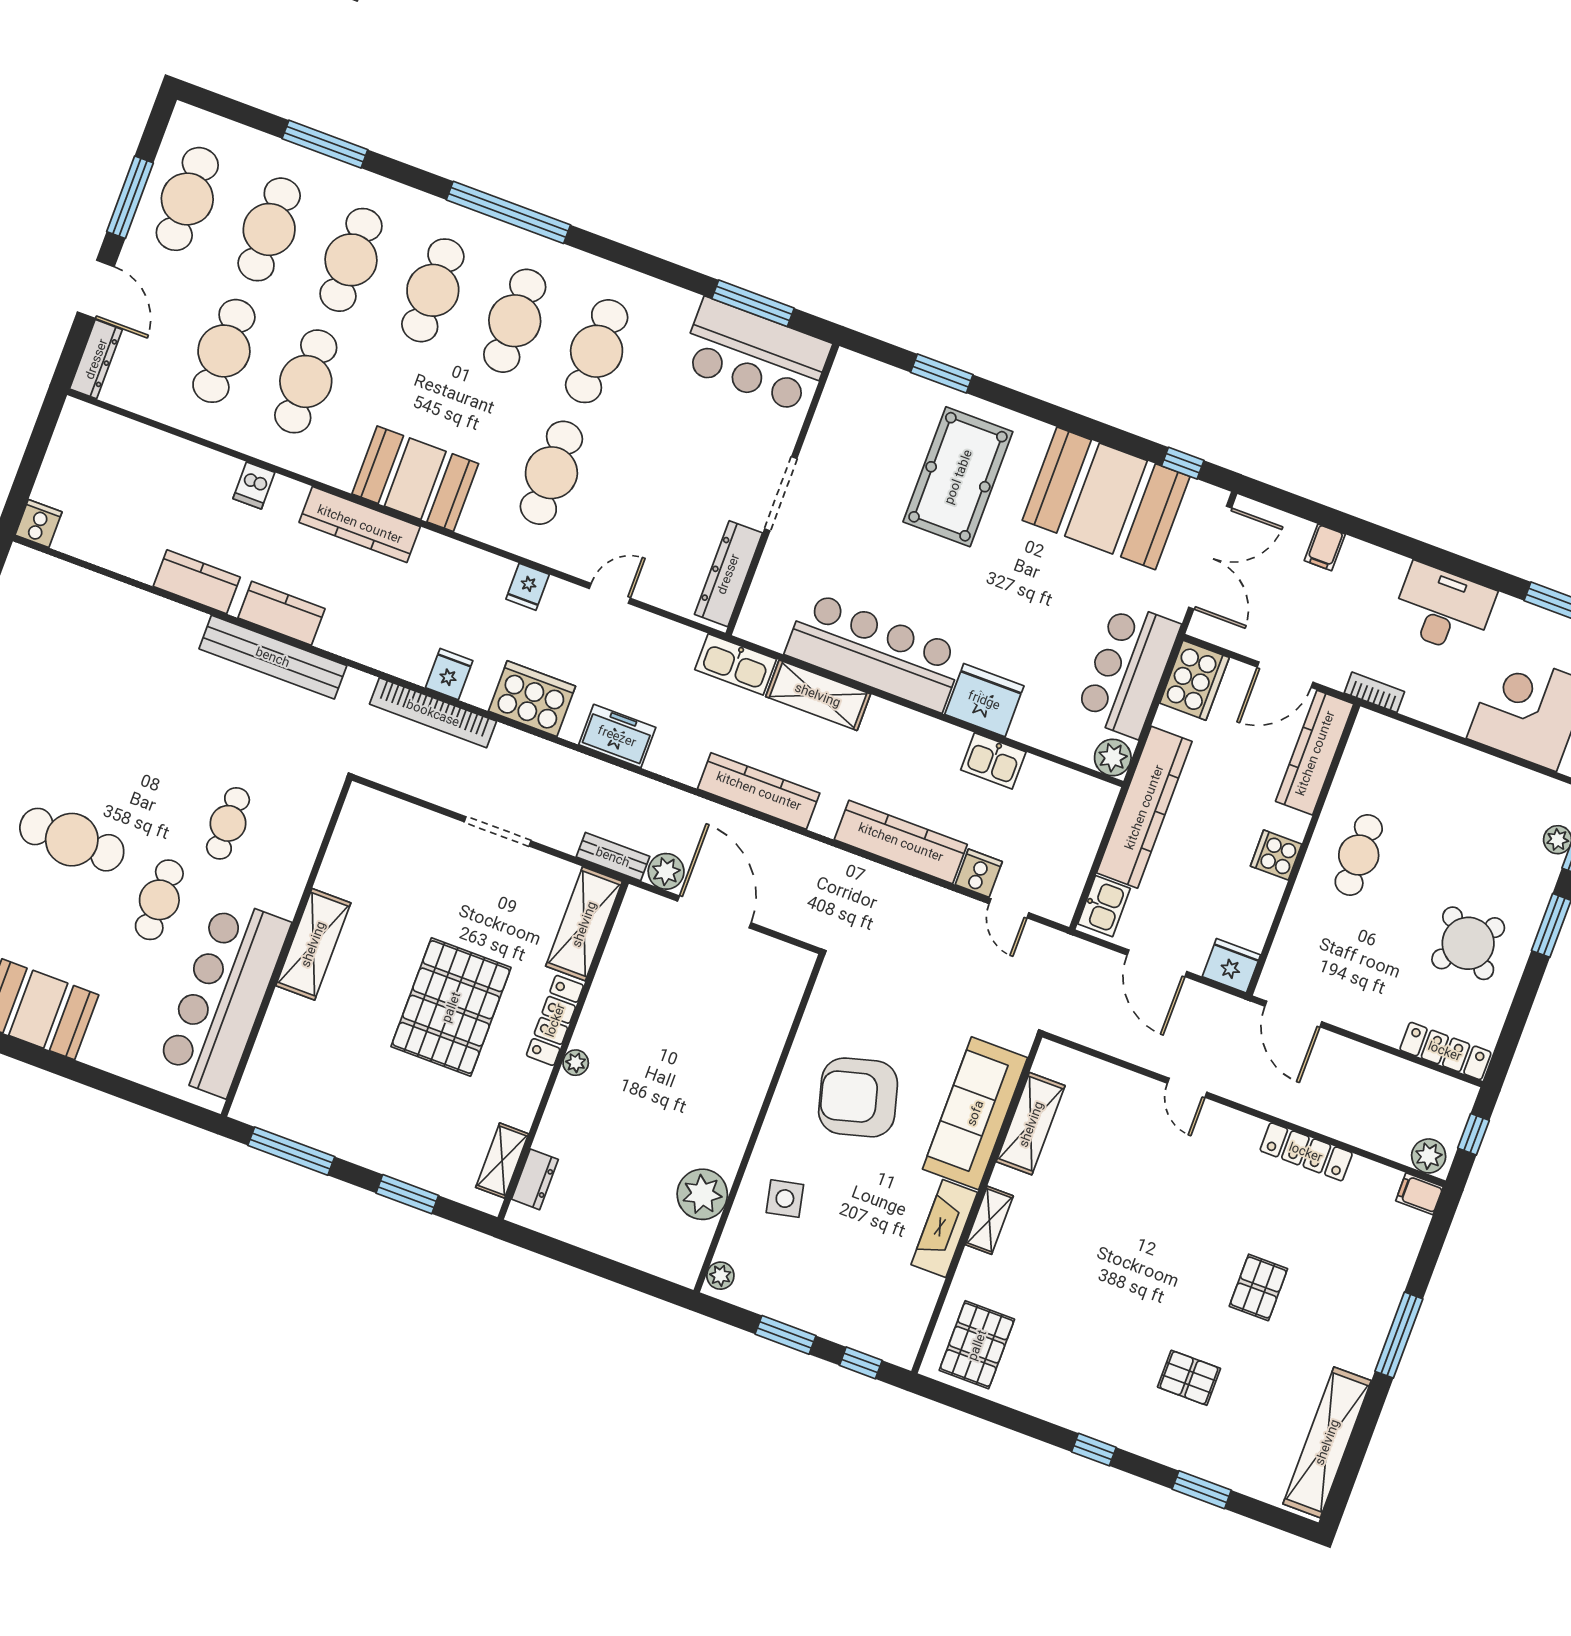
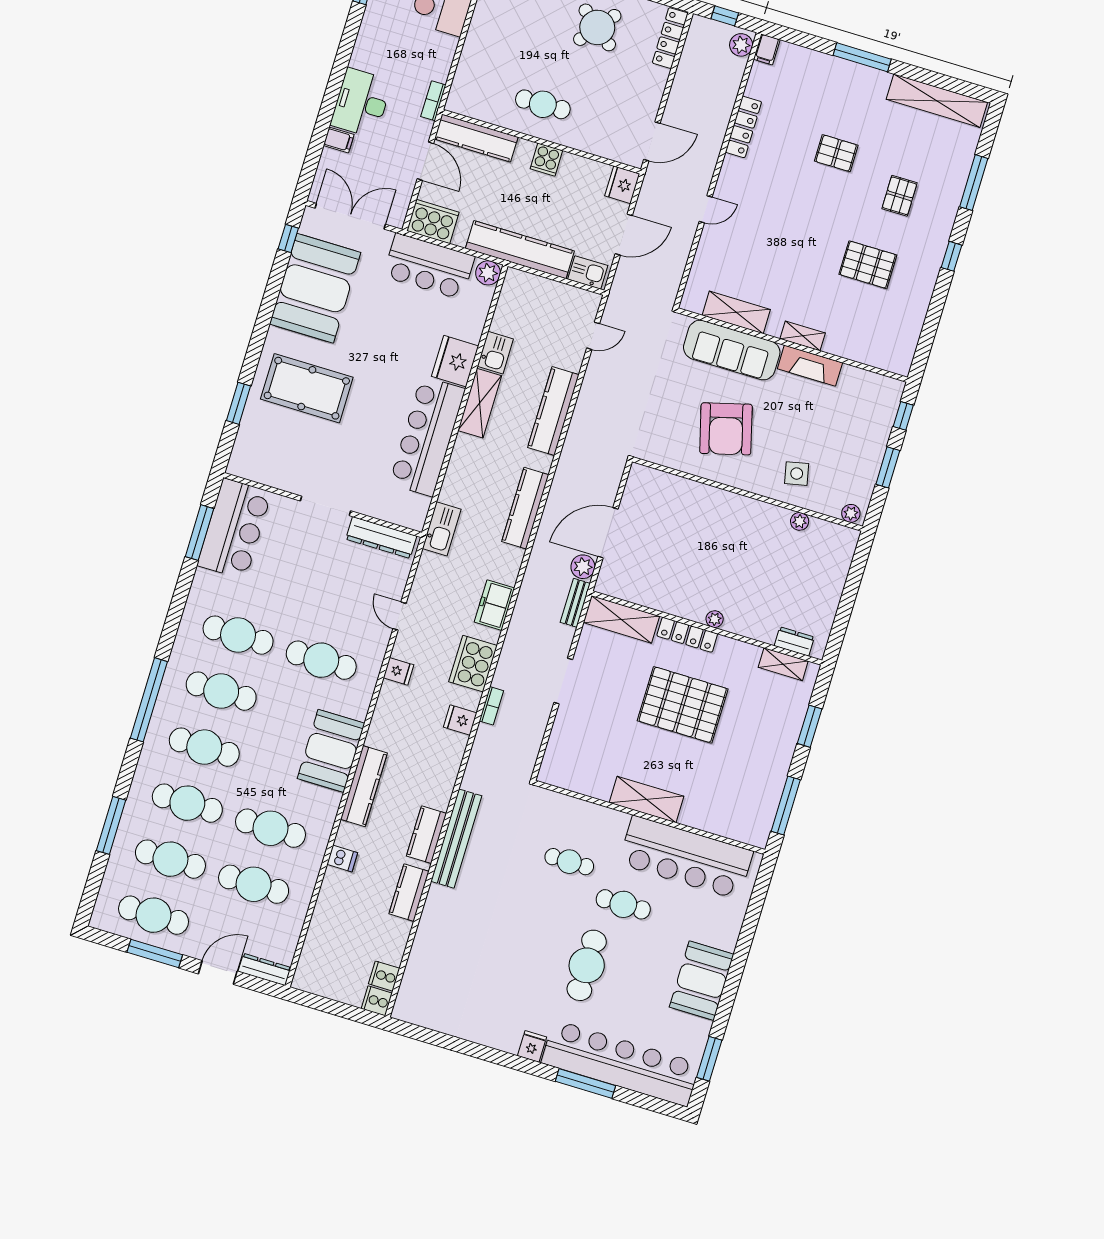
desk: (1443, 609) -> (361, 103), moved
shelving: (818, 695) -> (480, 403), moved
bookcase: (433, 713) -> (491, 706), width x0.43, depth x0.76
cooker: (979, 873) -> (384, 976), moved
plant: (702, 1194) -> (800, 521), width x0.53, depth x0.53
pallet: (977, 1345) -> (868, 265), moved
window: (1202, 1490) -> (974, 183), width x1.44

